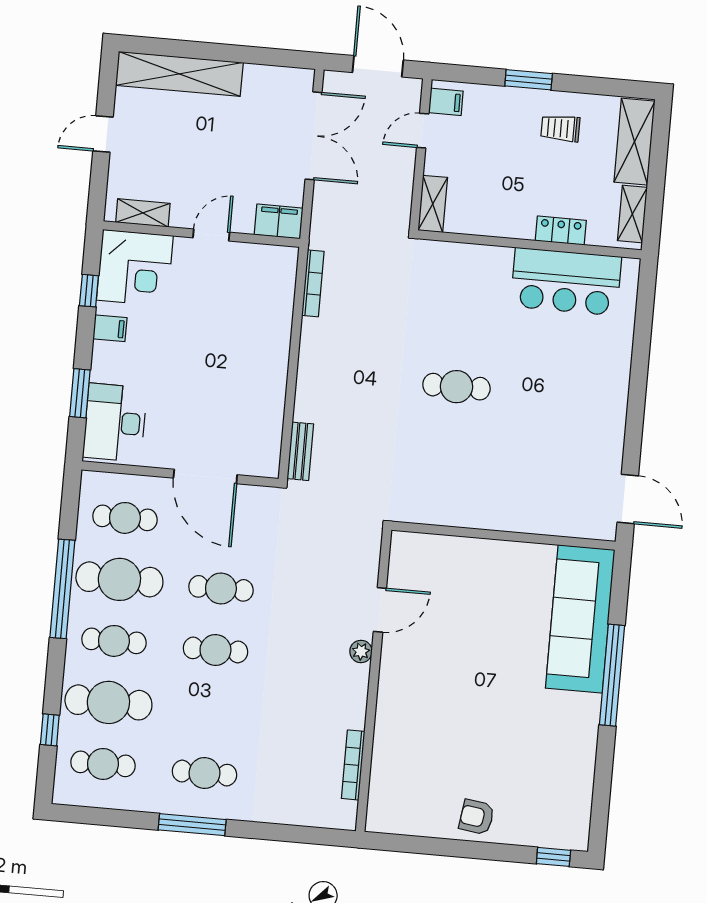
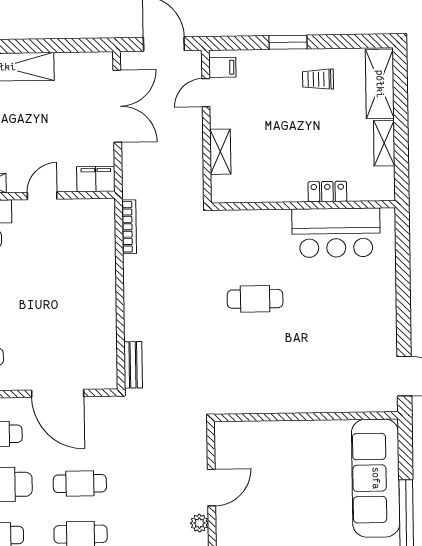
locker: (561, 231) -> (327, 192), moved
wall: (529, 244) -> (303, 205), moved
bar counter: (566, 282) -> (336, 233), moved

